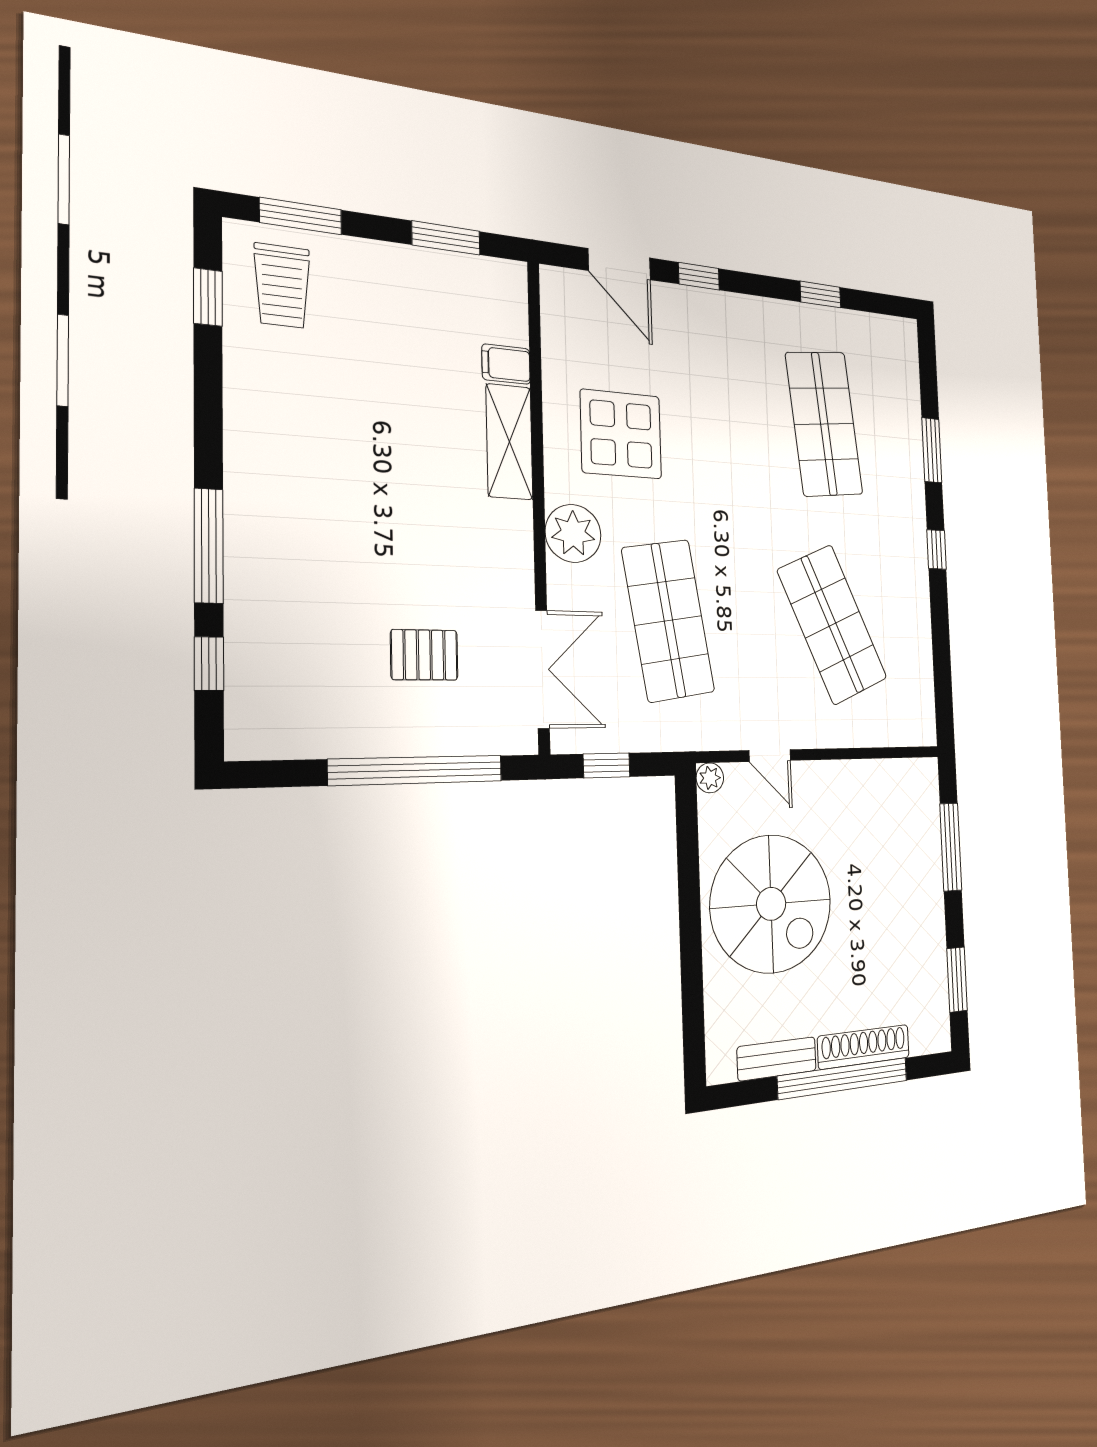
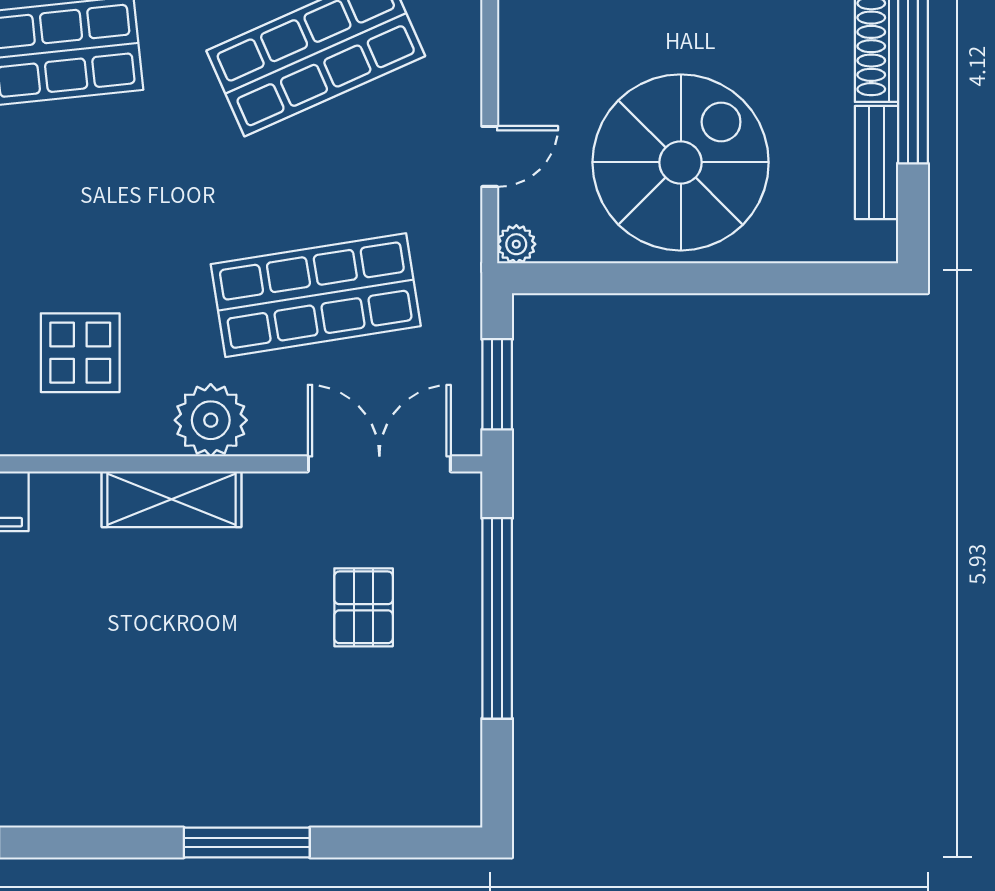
display table: (621, 434) -> (80, 353), width x0.73, depth x0.73
shelving: (509, 442) -> (172, 499), moved
window: (209, 664) -> (376, 843), removed
window: (607, 765) -> (497, 384), width x1.50

